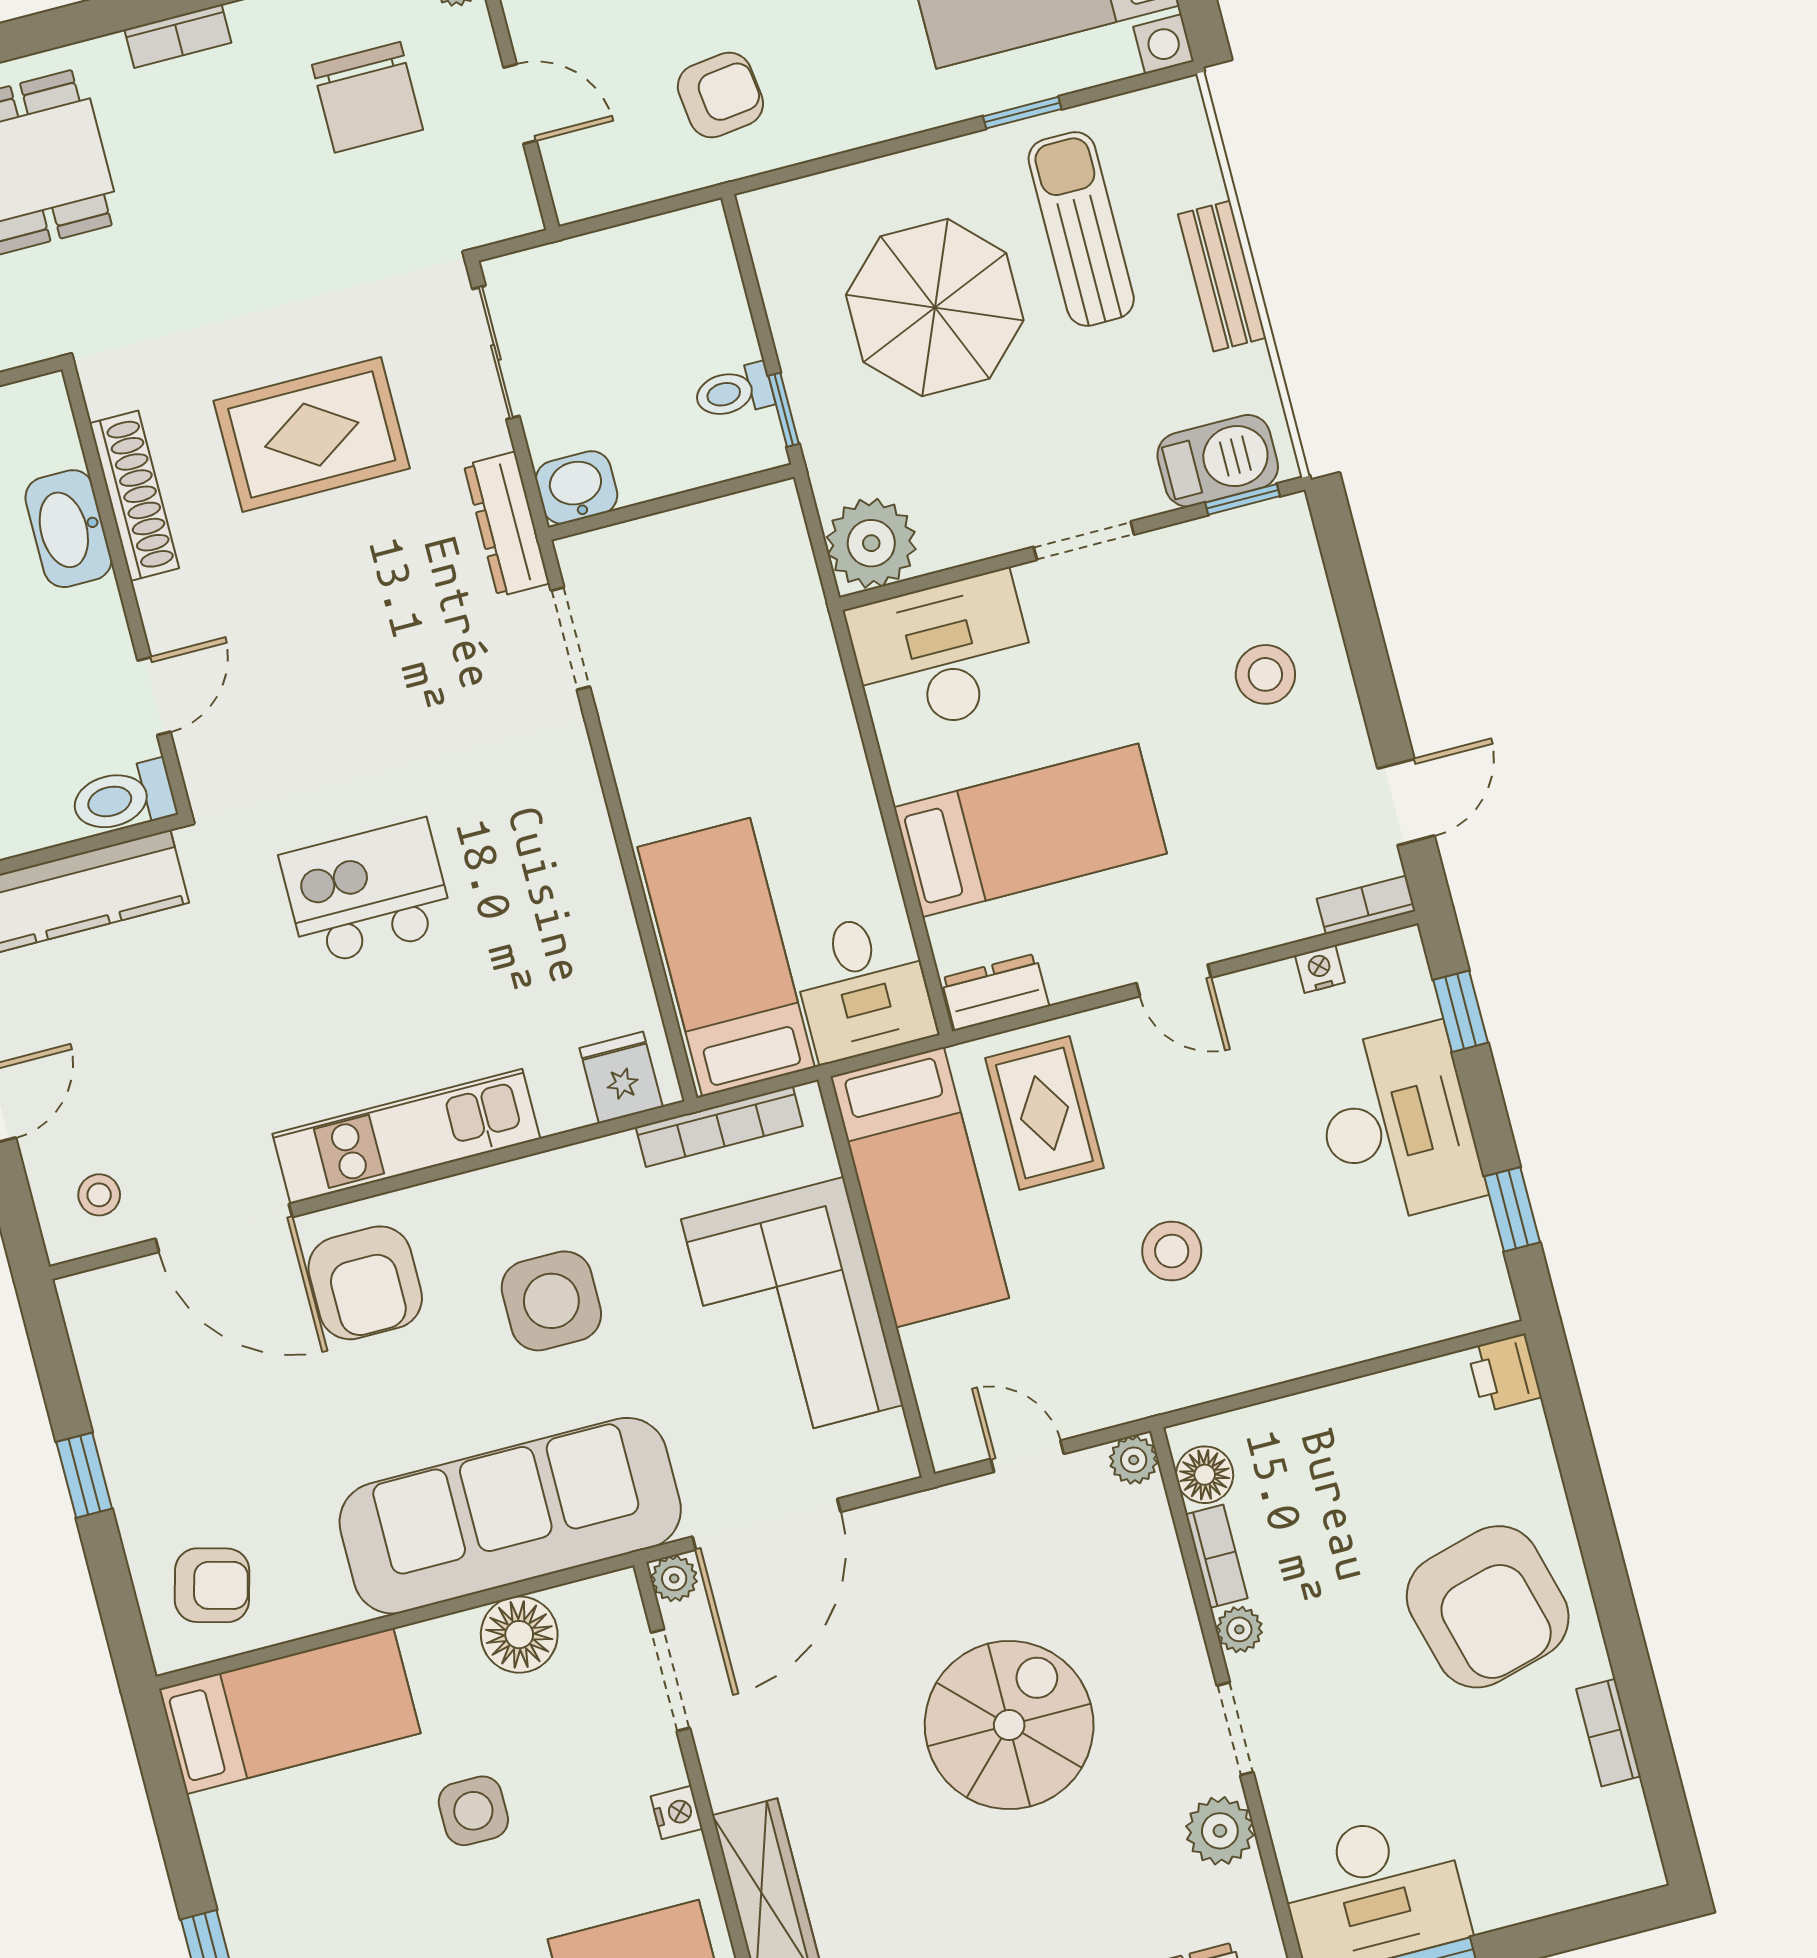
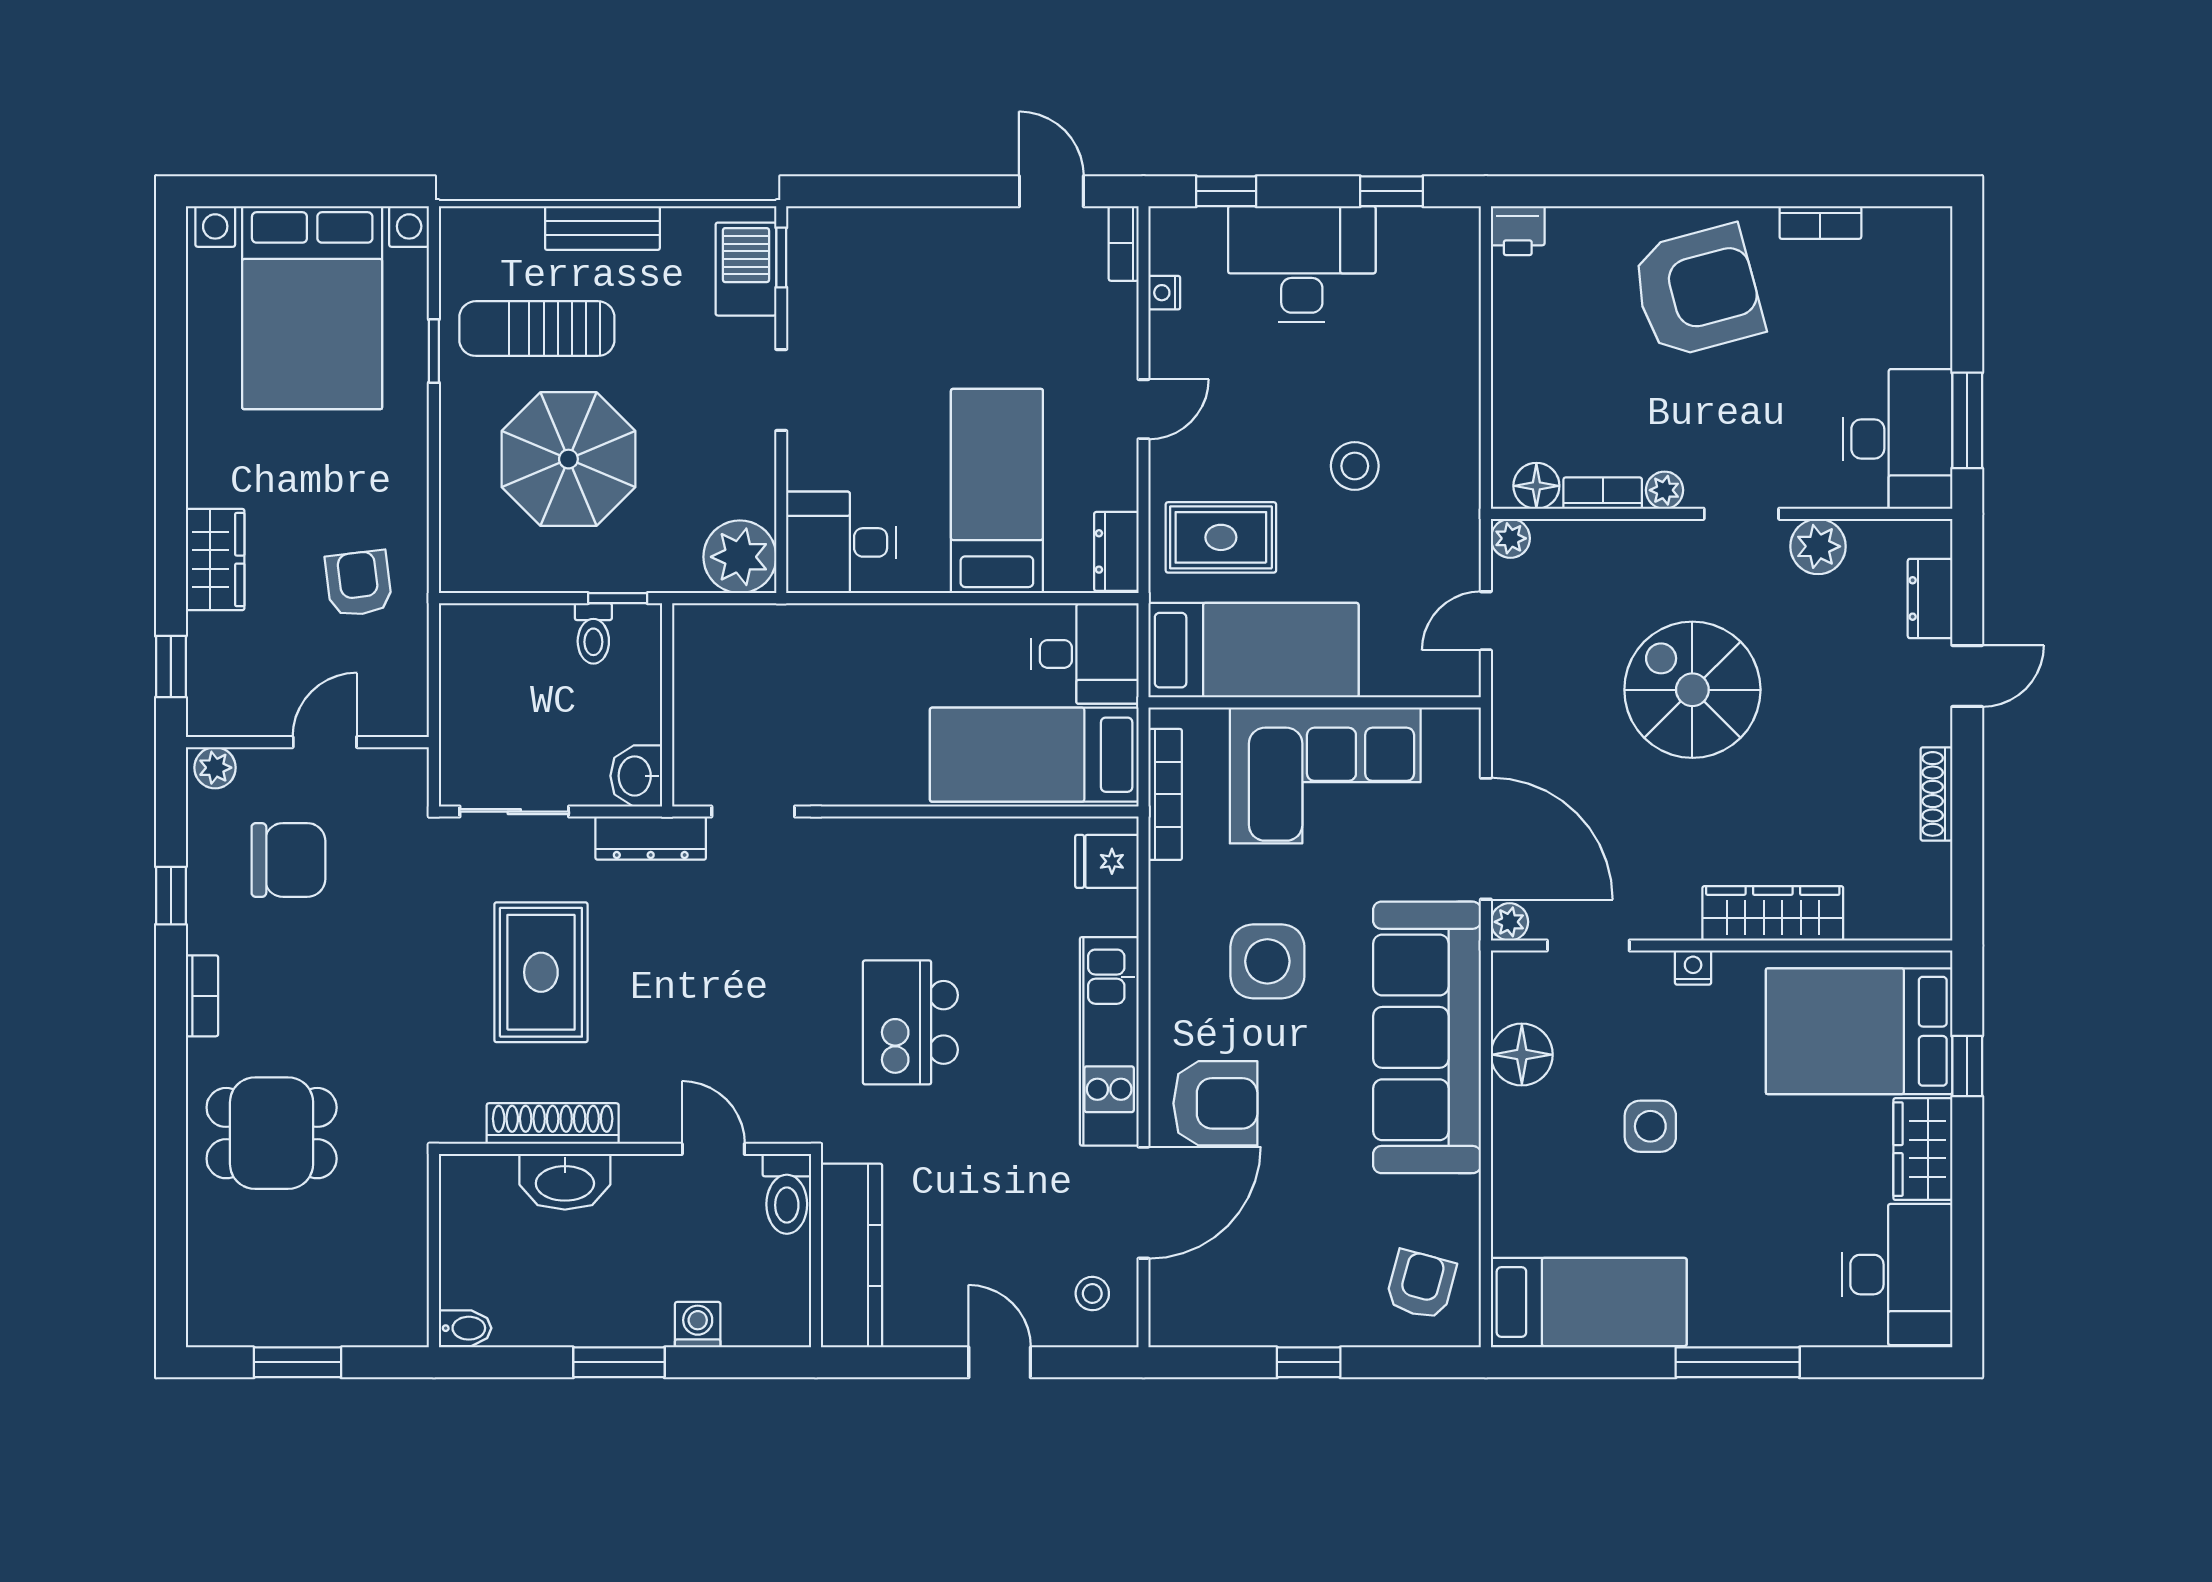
desk: (943, 654) -> (841, 542), width x0.73
stool: (1265, 674) -> (923, 275), removed
bed: (290, 1711) -> (1589, 1302), moved, turned 90

